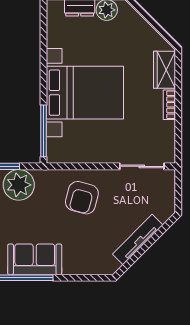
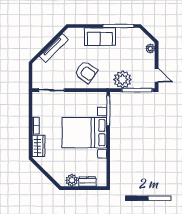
armchair: (82, 198) -> (86, 72), turned 110
sofa: (35, 259) -> (100, 37), moved

